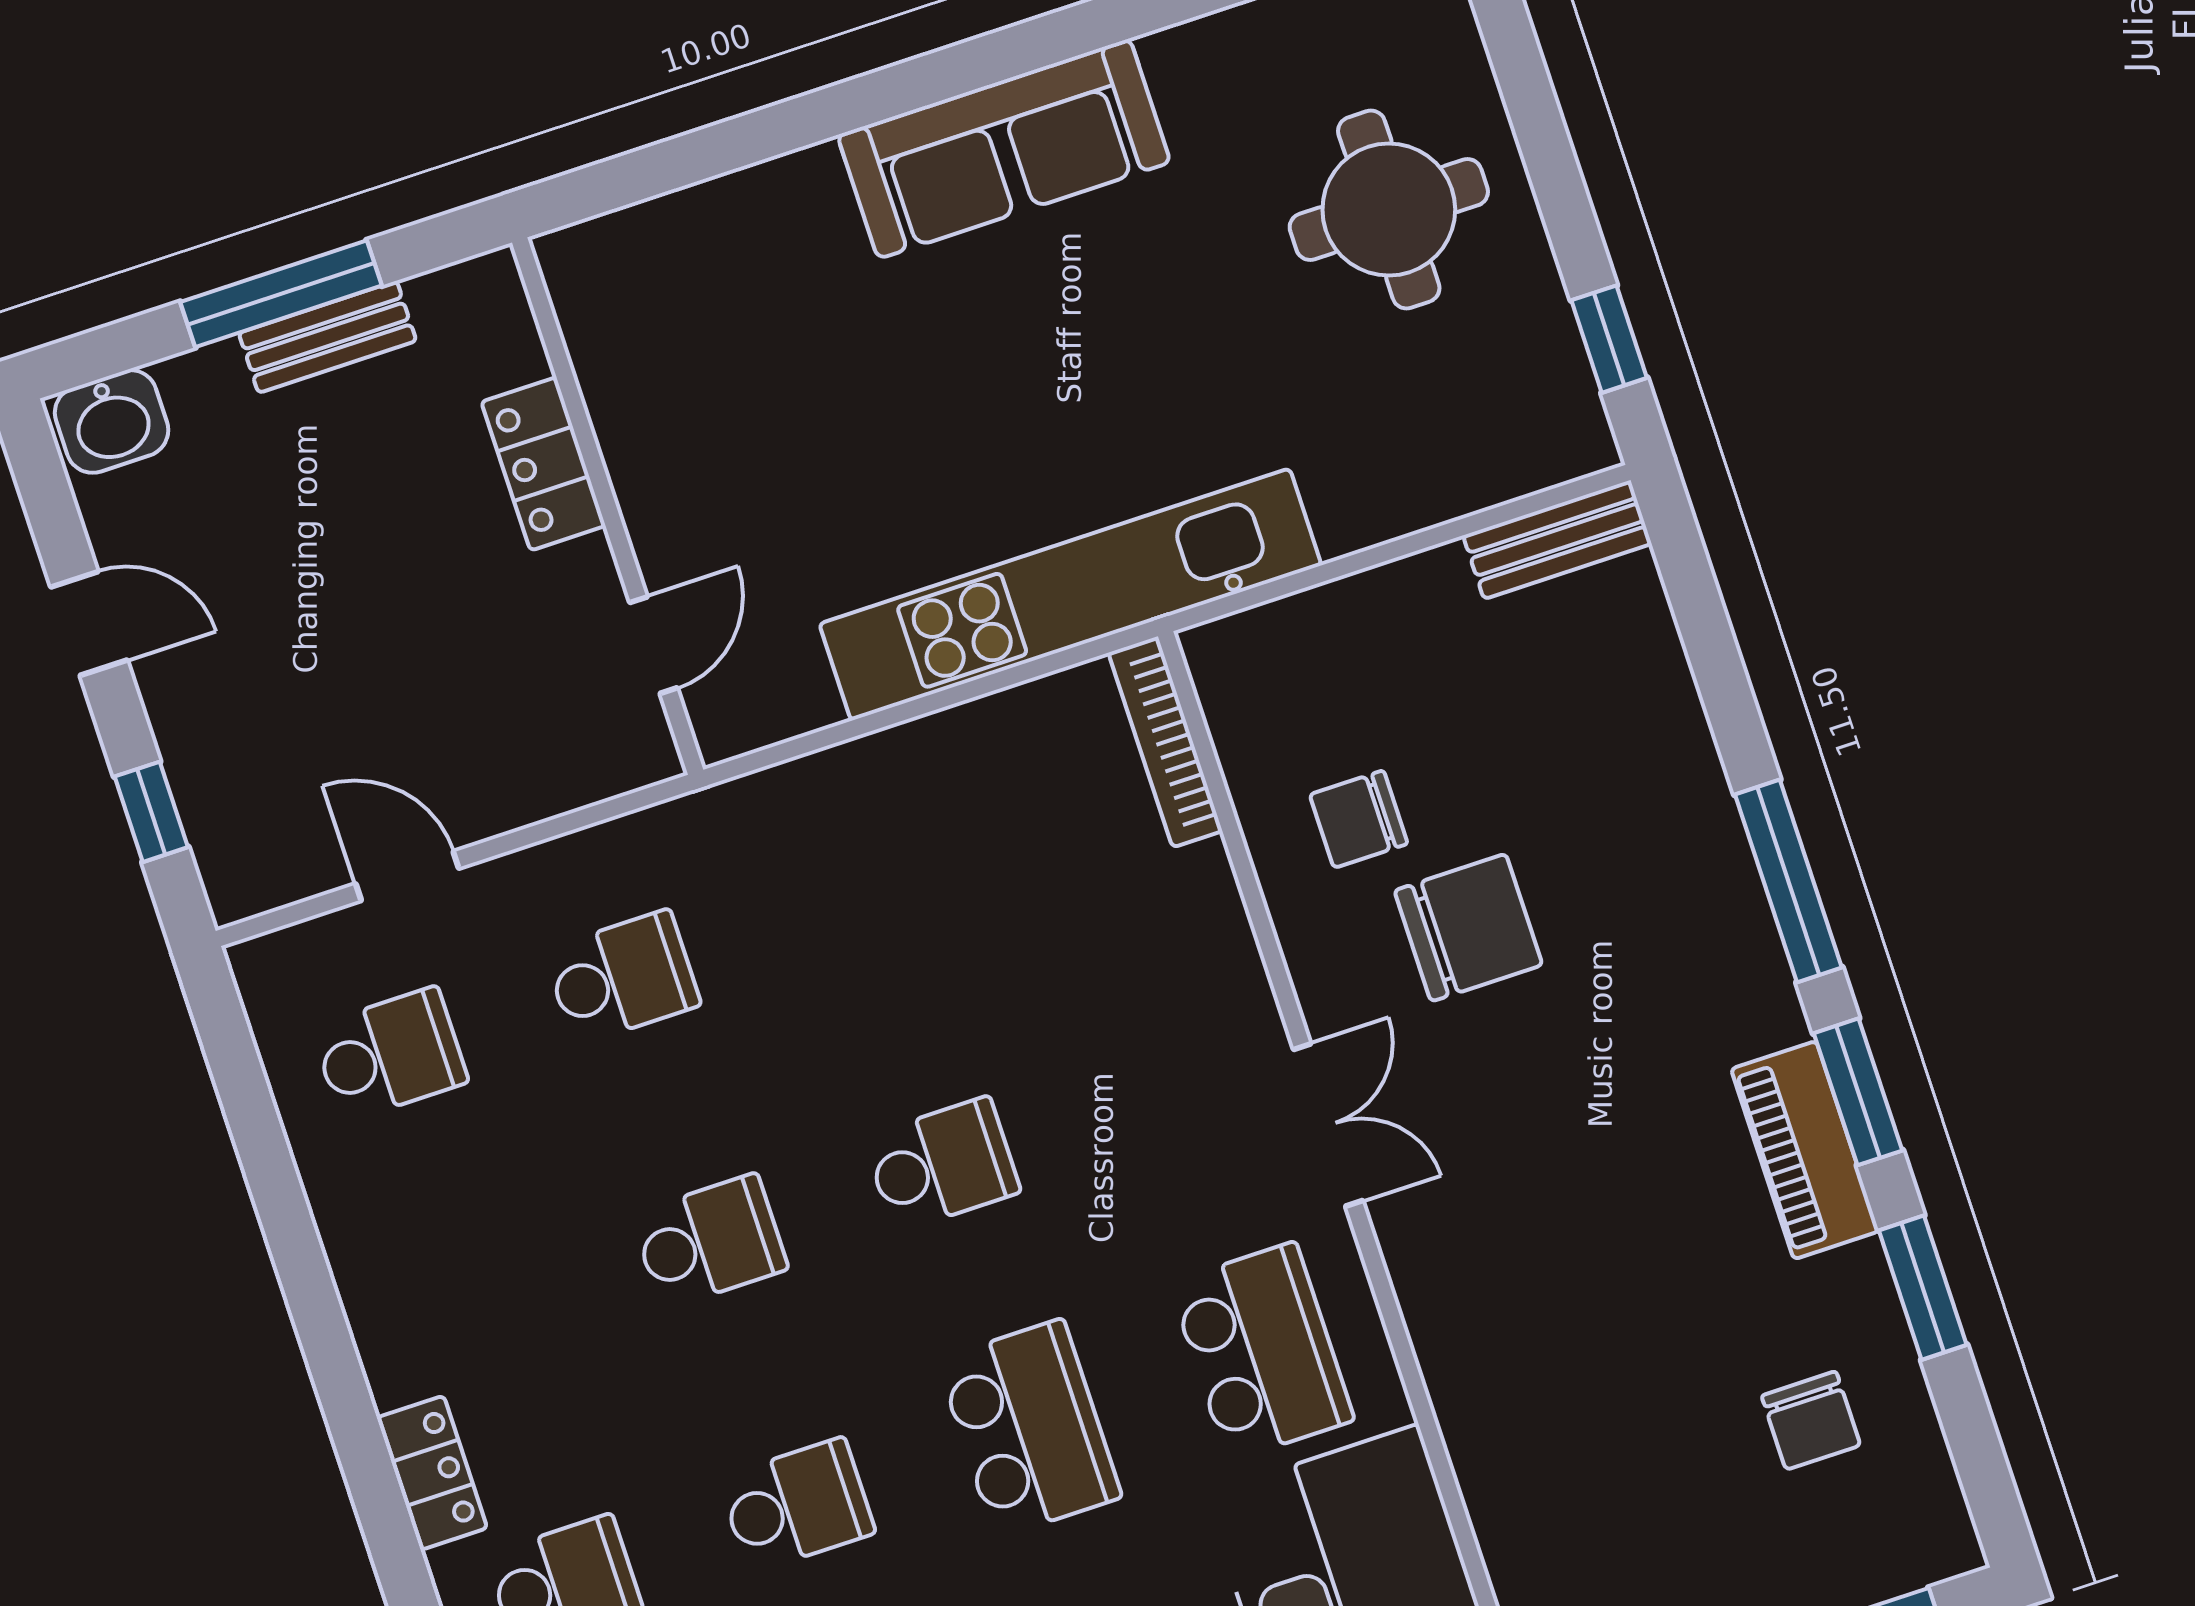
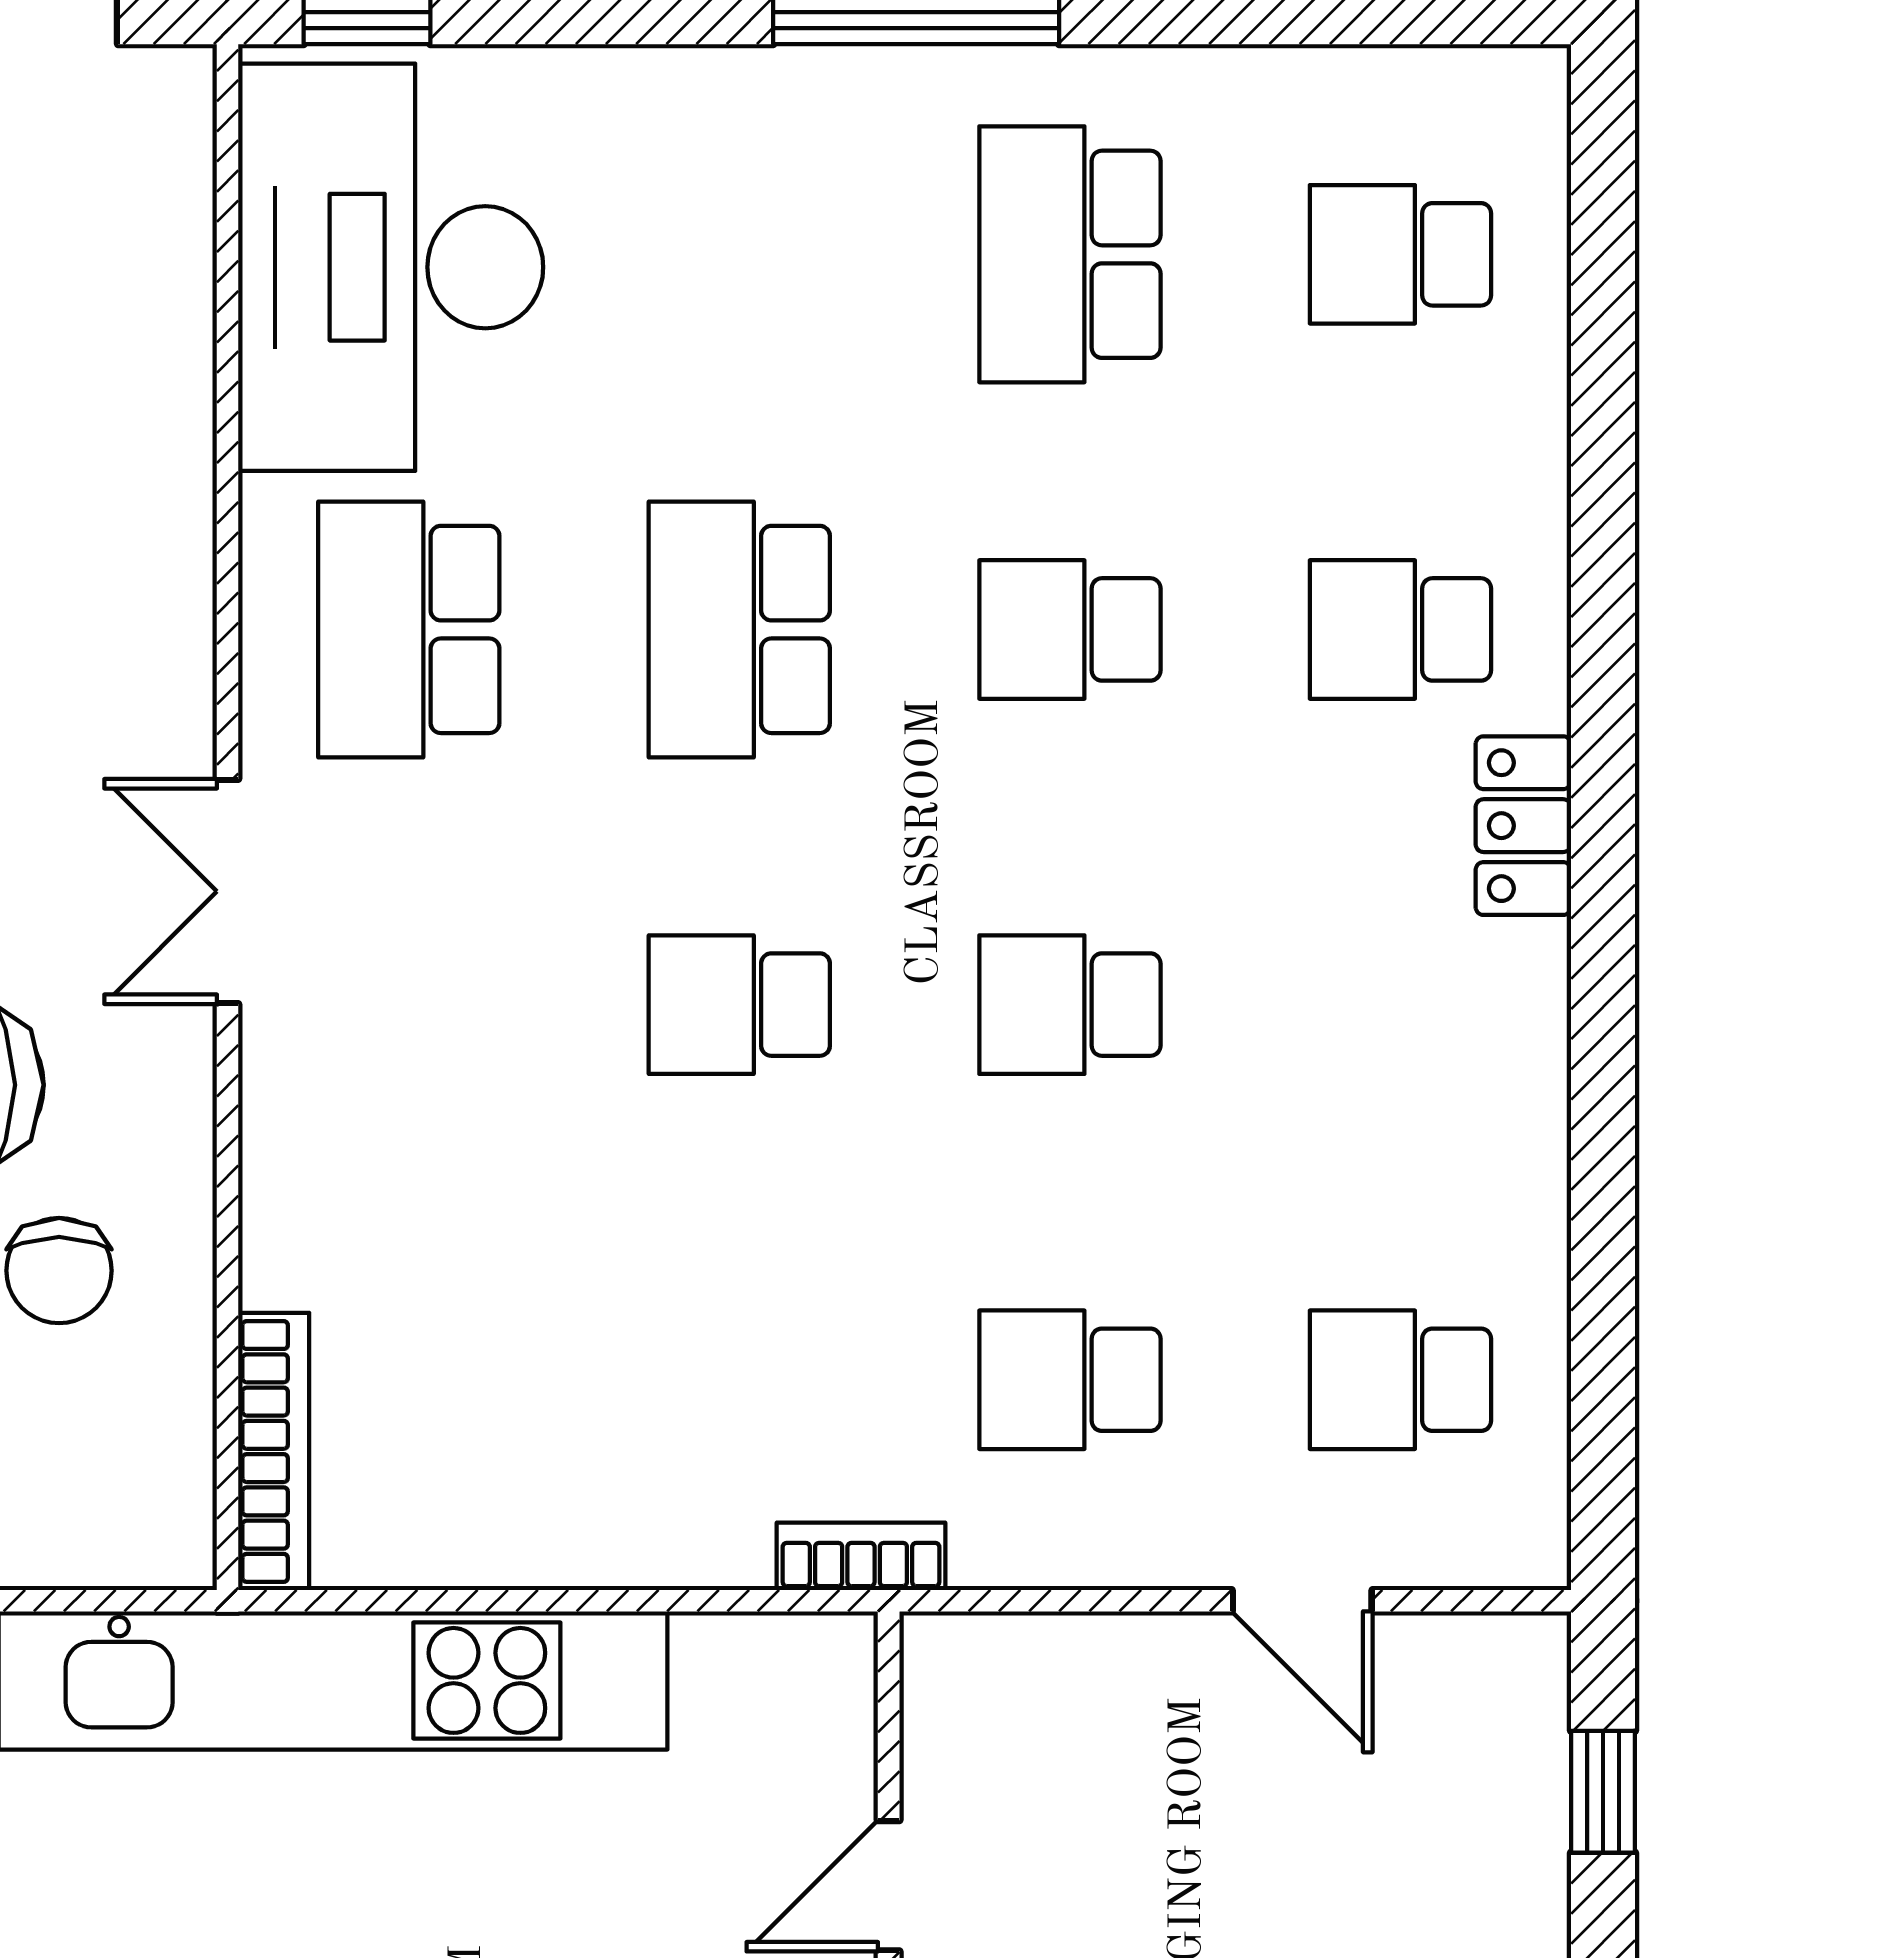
door: (654, 645) -> (889, 1886), moved
bookcase: (728, 805) -> (861, 1556), added
chair: (1359, 819) -> (59, 1271), turned 90

